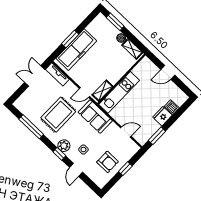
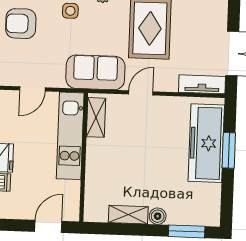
wall: (121, 79) -> (84, 157), moved
shelving: (102, 91) -> (96, 117), moved
kitchen unit: (119, 92) -> (70, 136), moved

